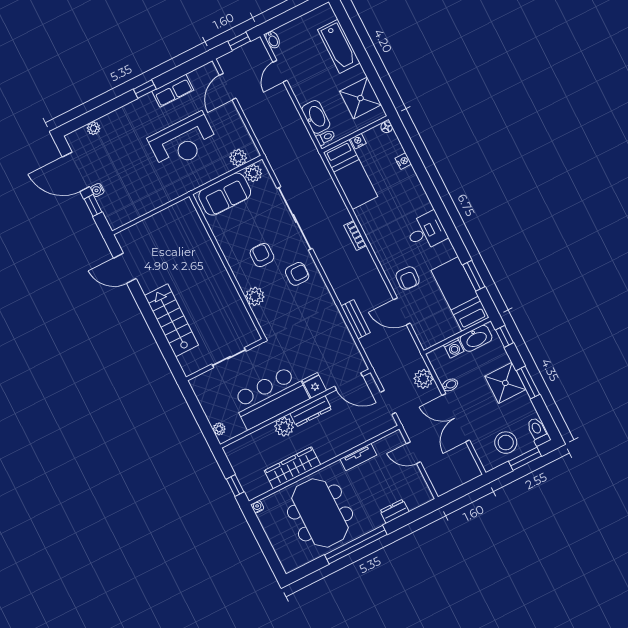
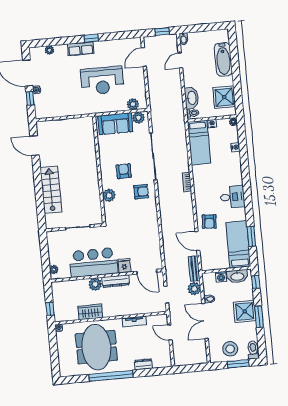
row of seats: (173, 91) -> (81, 49), moved
bench: (356, 319) -> (194, 269), moved
wardrobe: (292, 468) -> (90, 312), width x0.67

